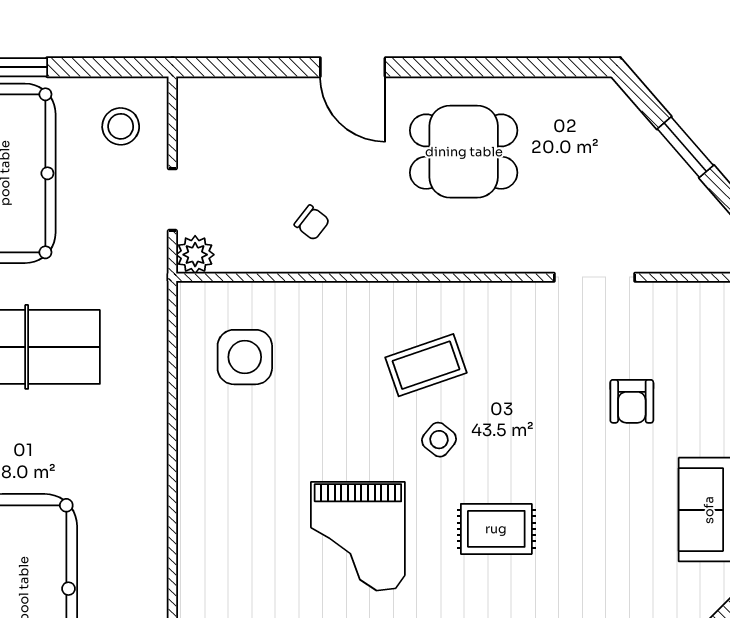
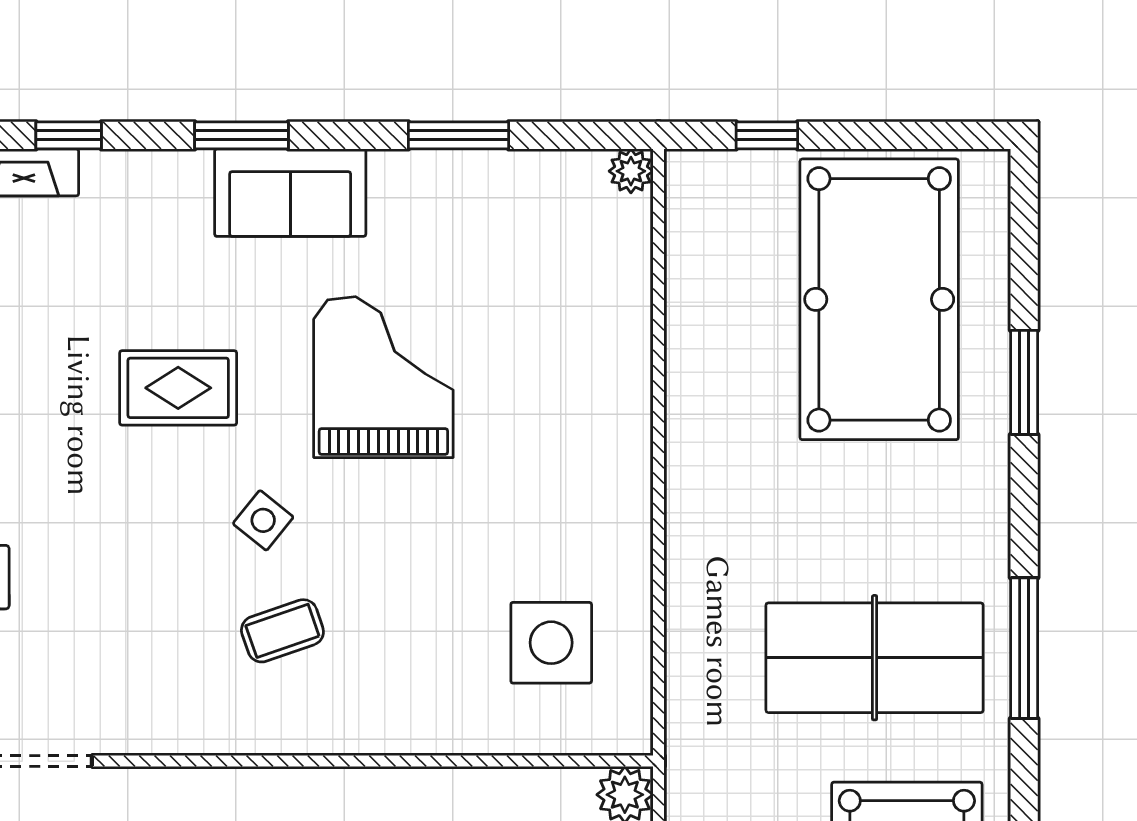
coffee table: (426, 365) -> (282, 631), width x0.73, depth x0.77

